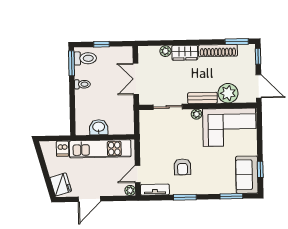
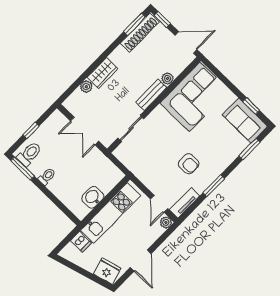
shoe rack: (218, 51) -> (140, 33), moved
plant: (228, 93) -> (168, 78), width x0.53, depth x0.53
plant: (197, 114) -> (159, 112), removed

